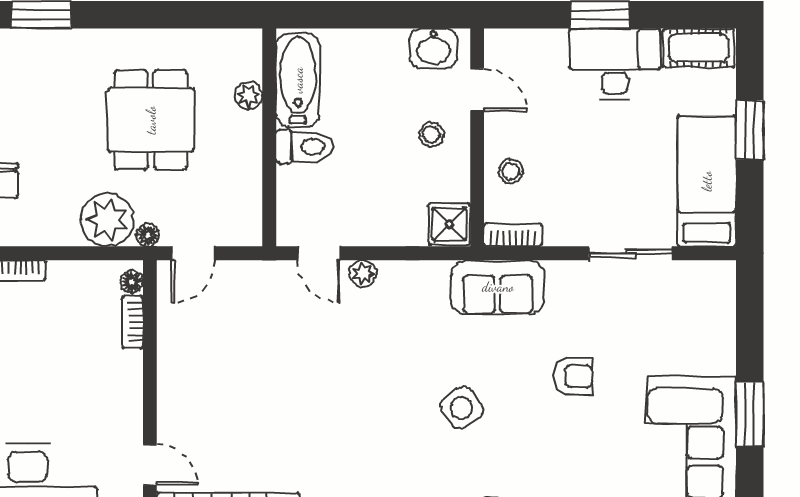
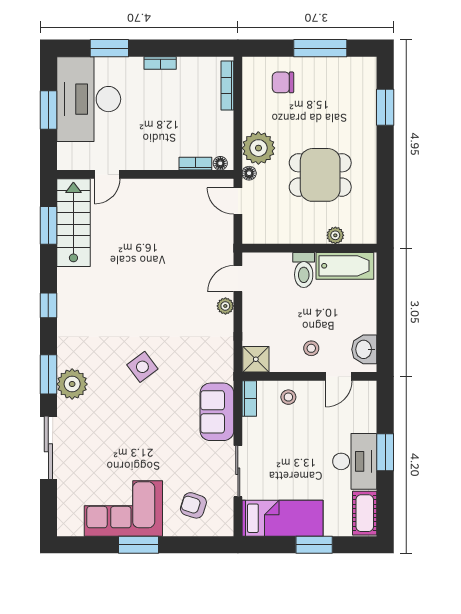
sofa: (498, 287) -> (217, 412), moved
armchair: (573, 376) -> (193, 505), moved, turned 108

